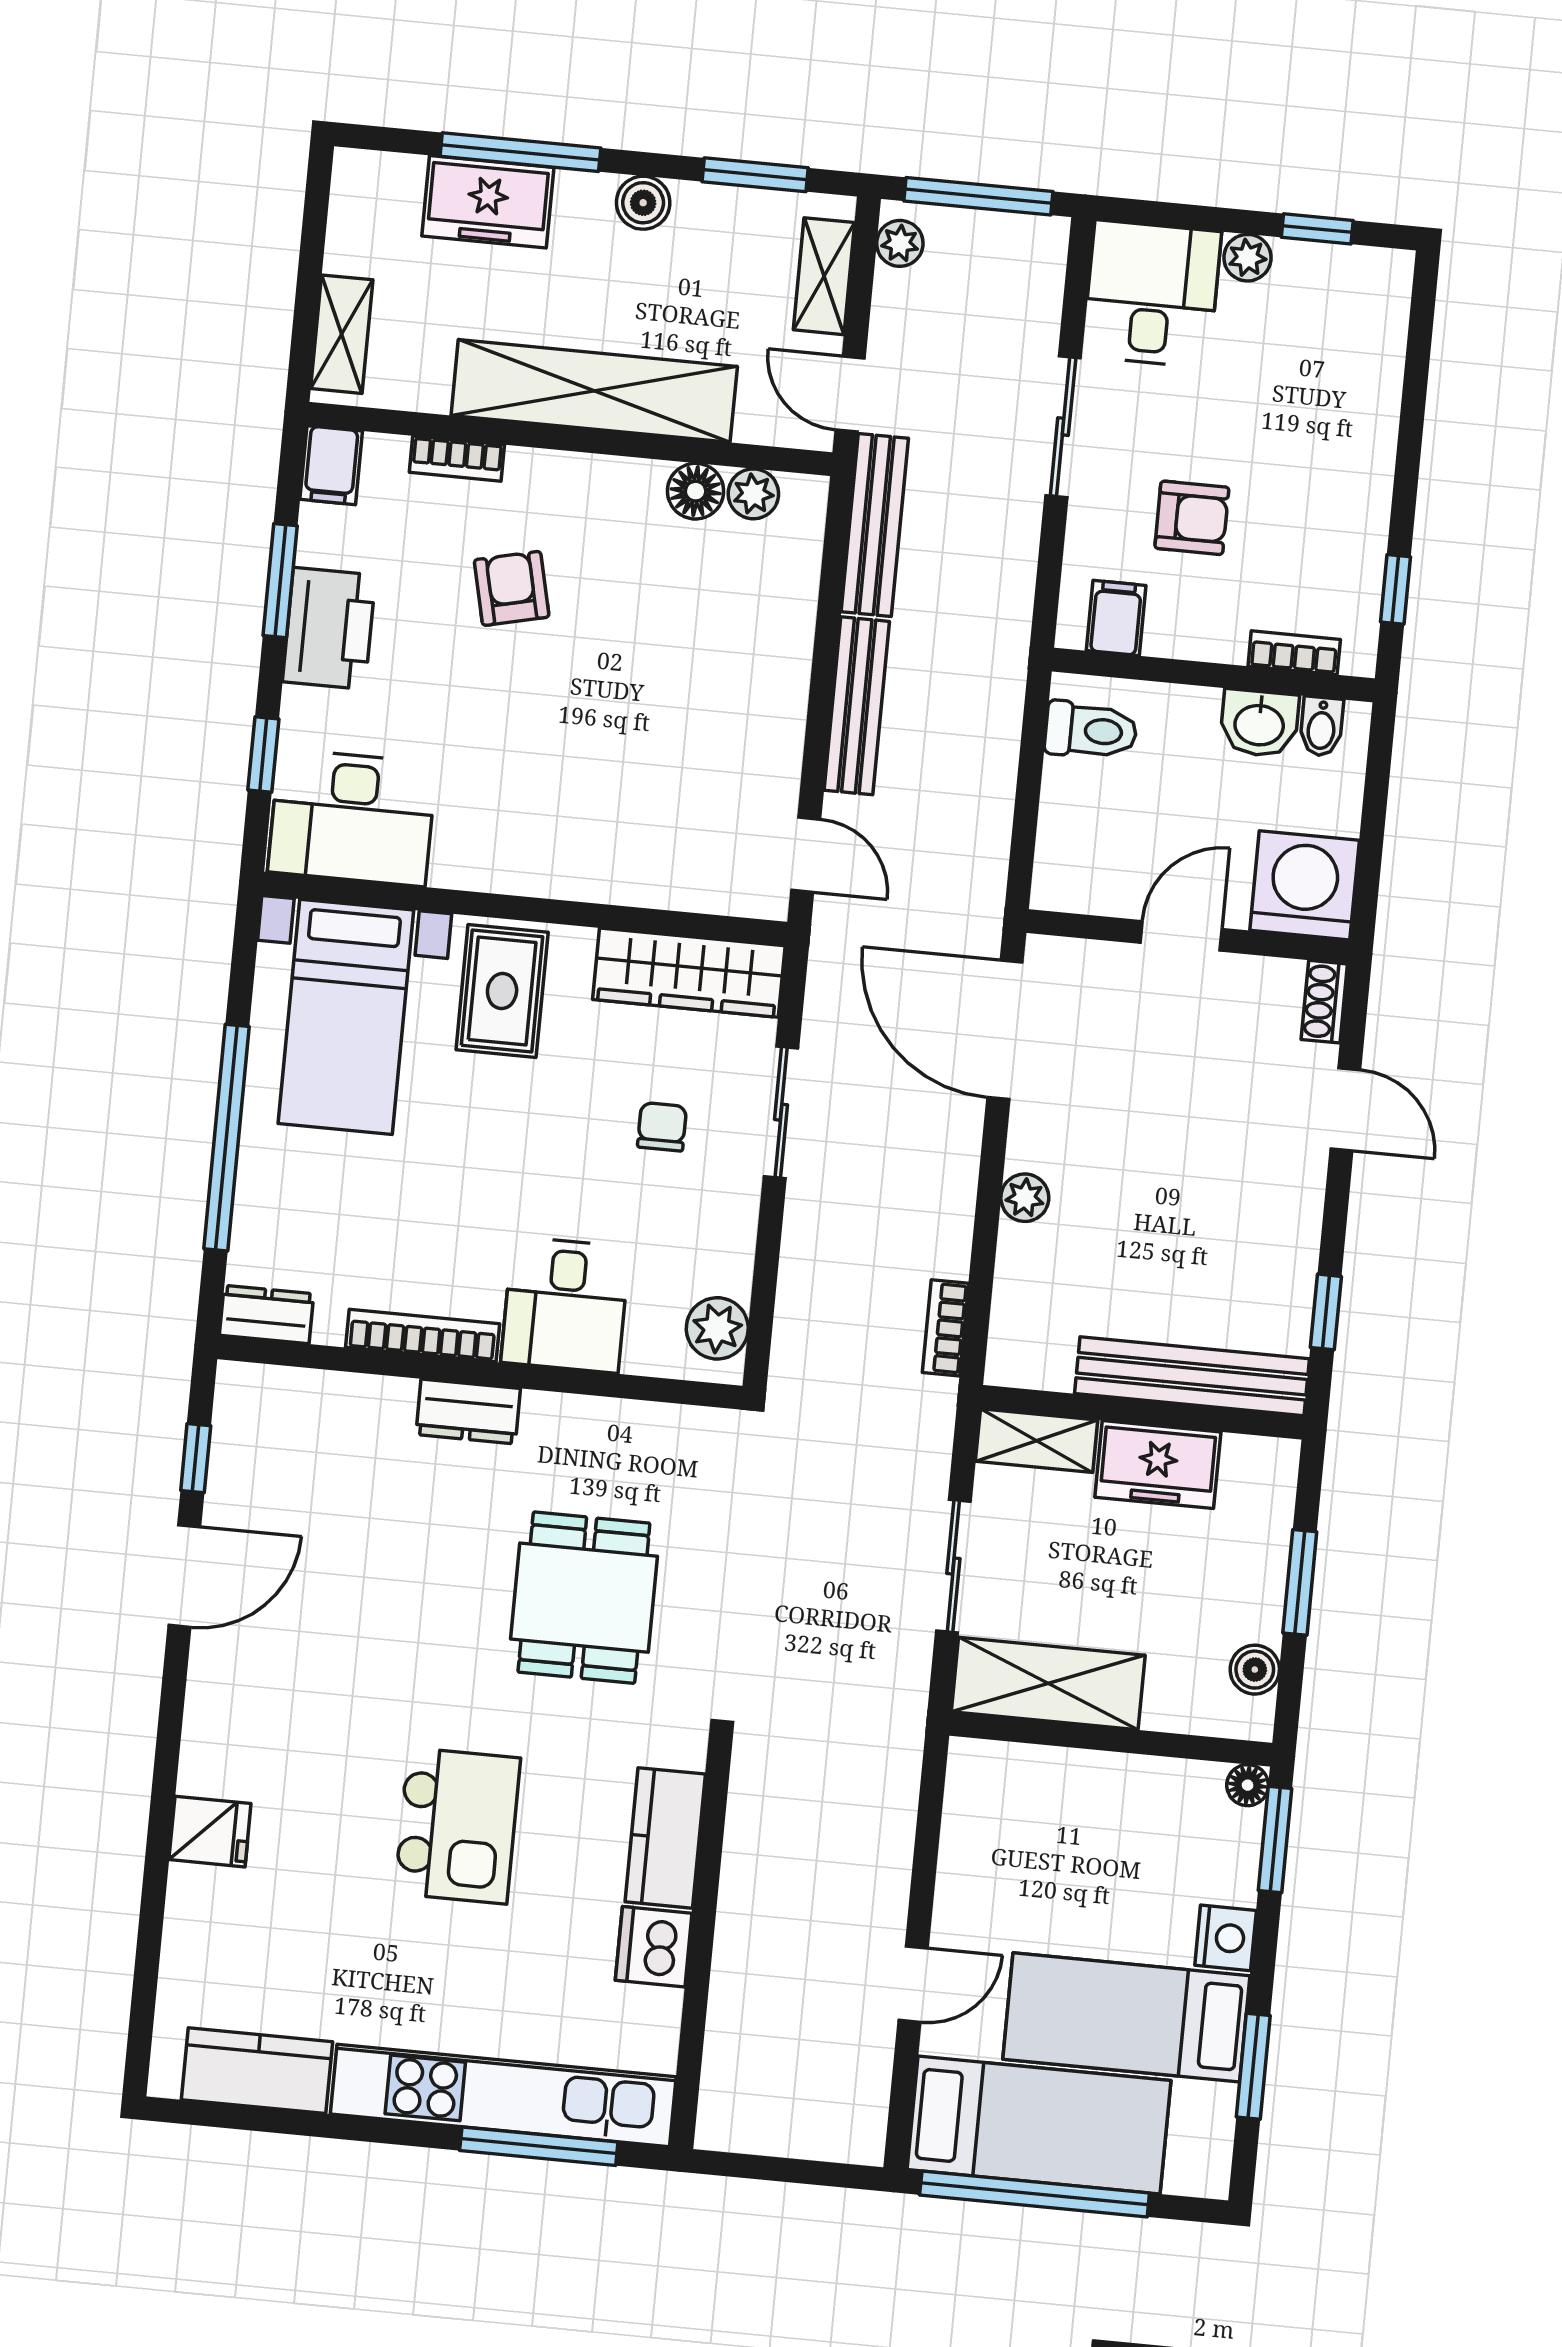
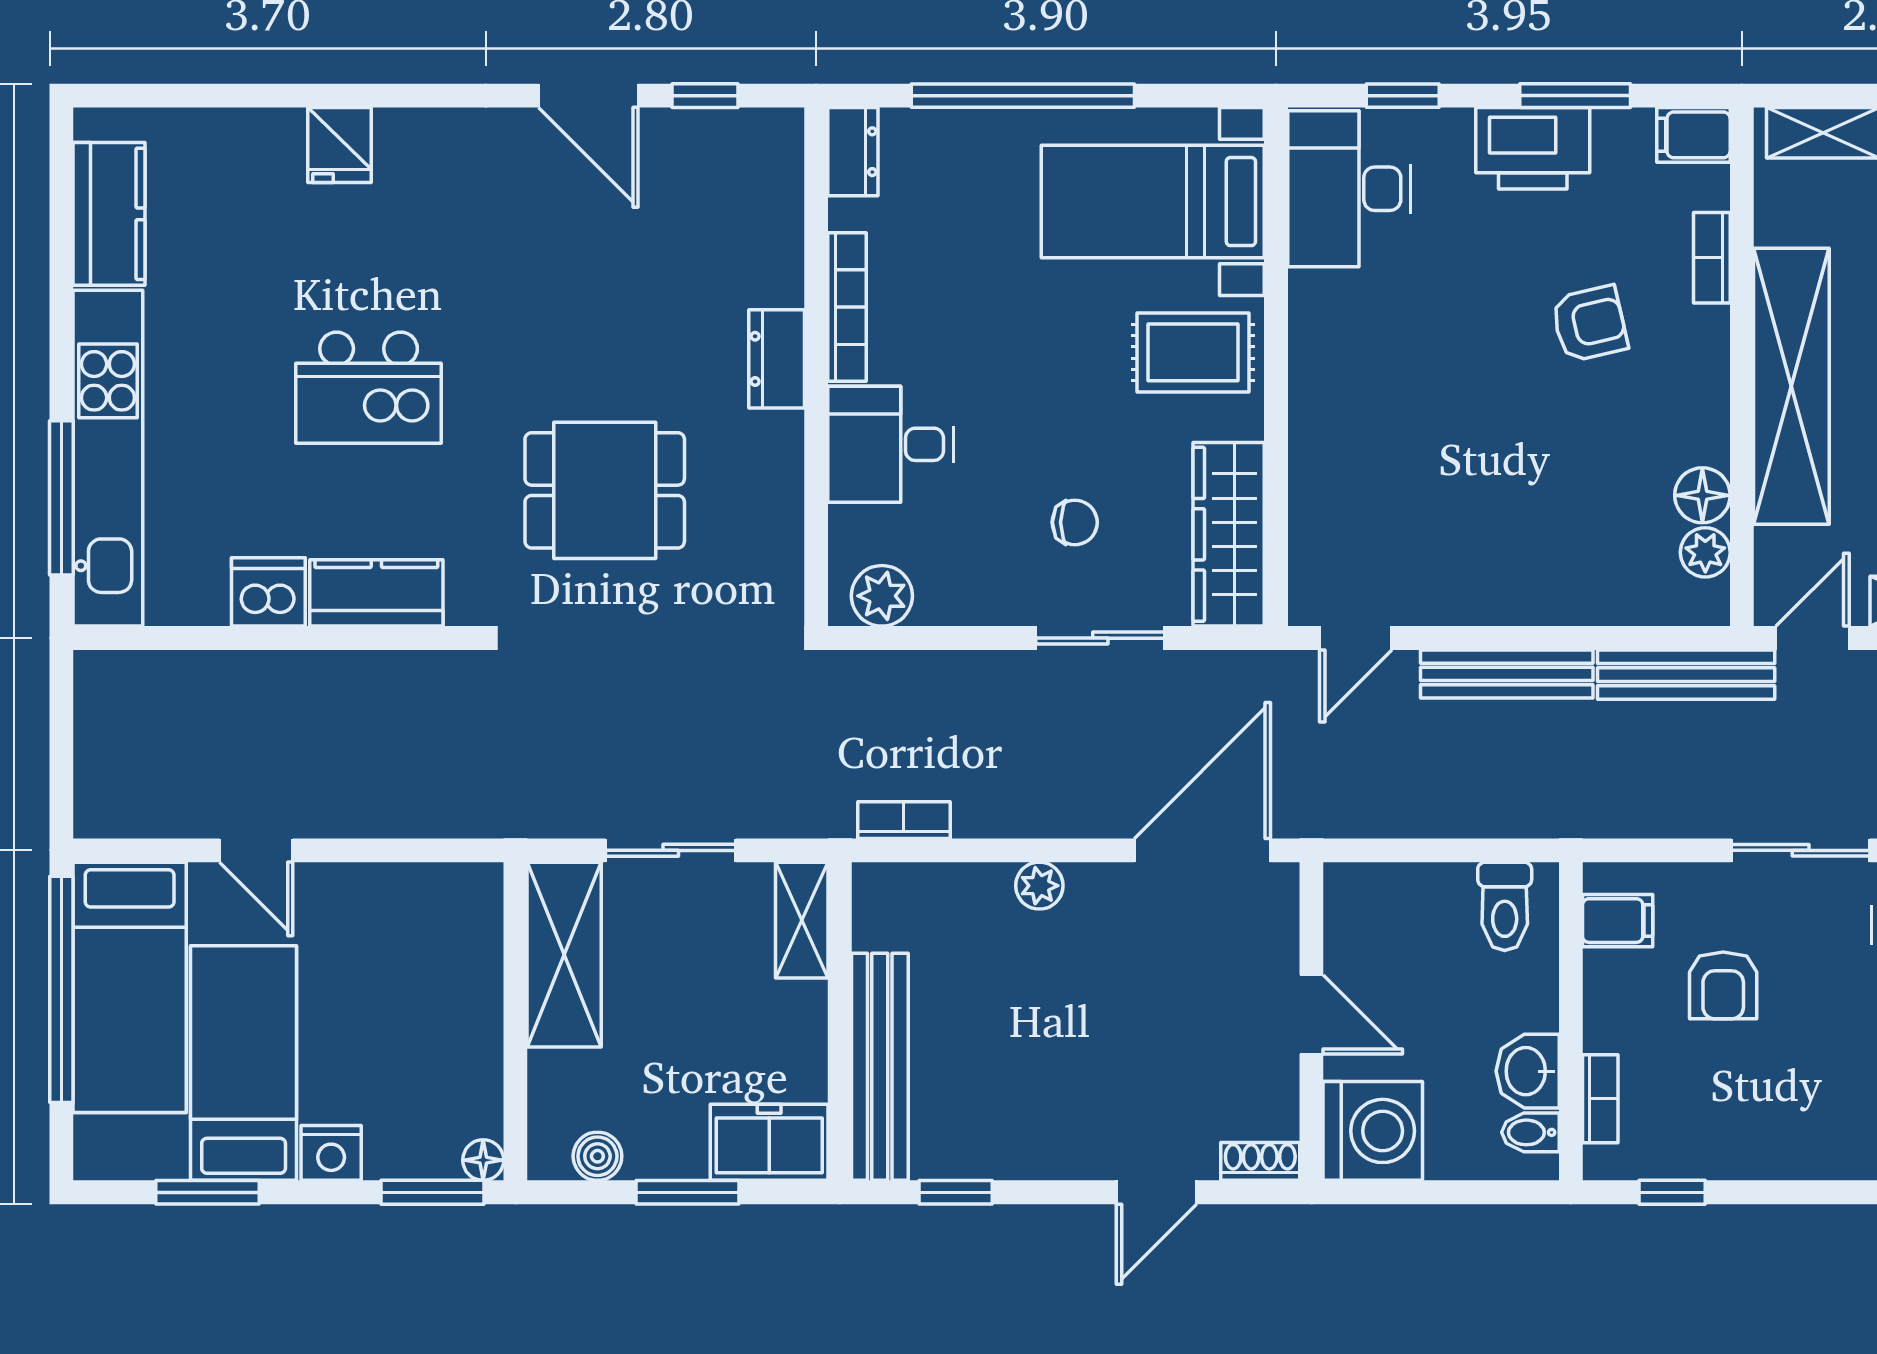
freezer: (1158, 1465) -> (769, 1142), moved, turned 90

